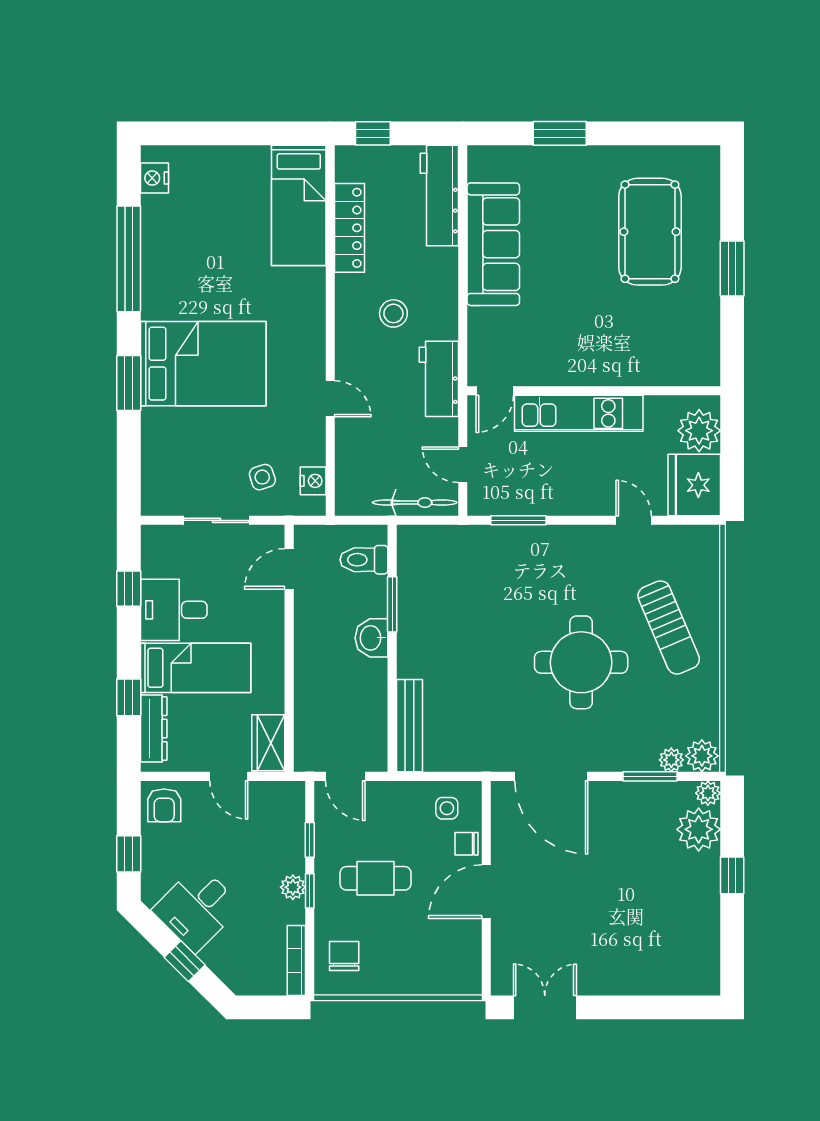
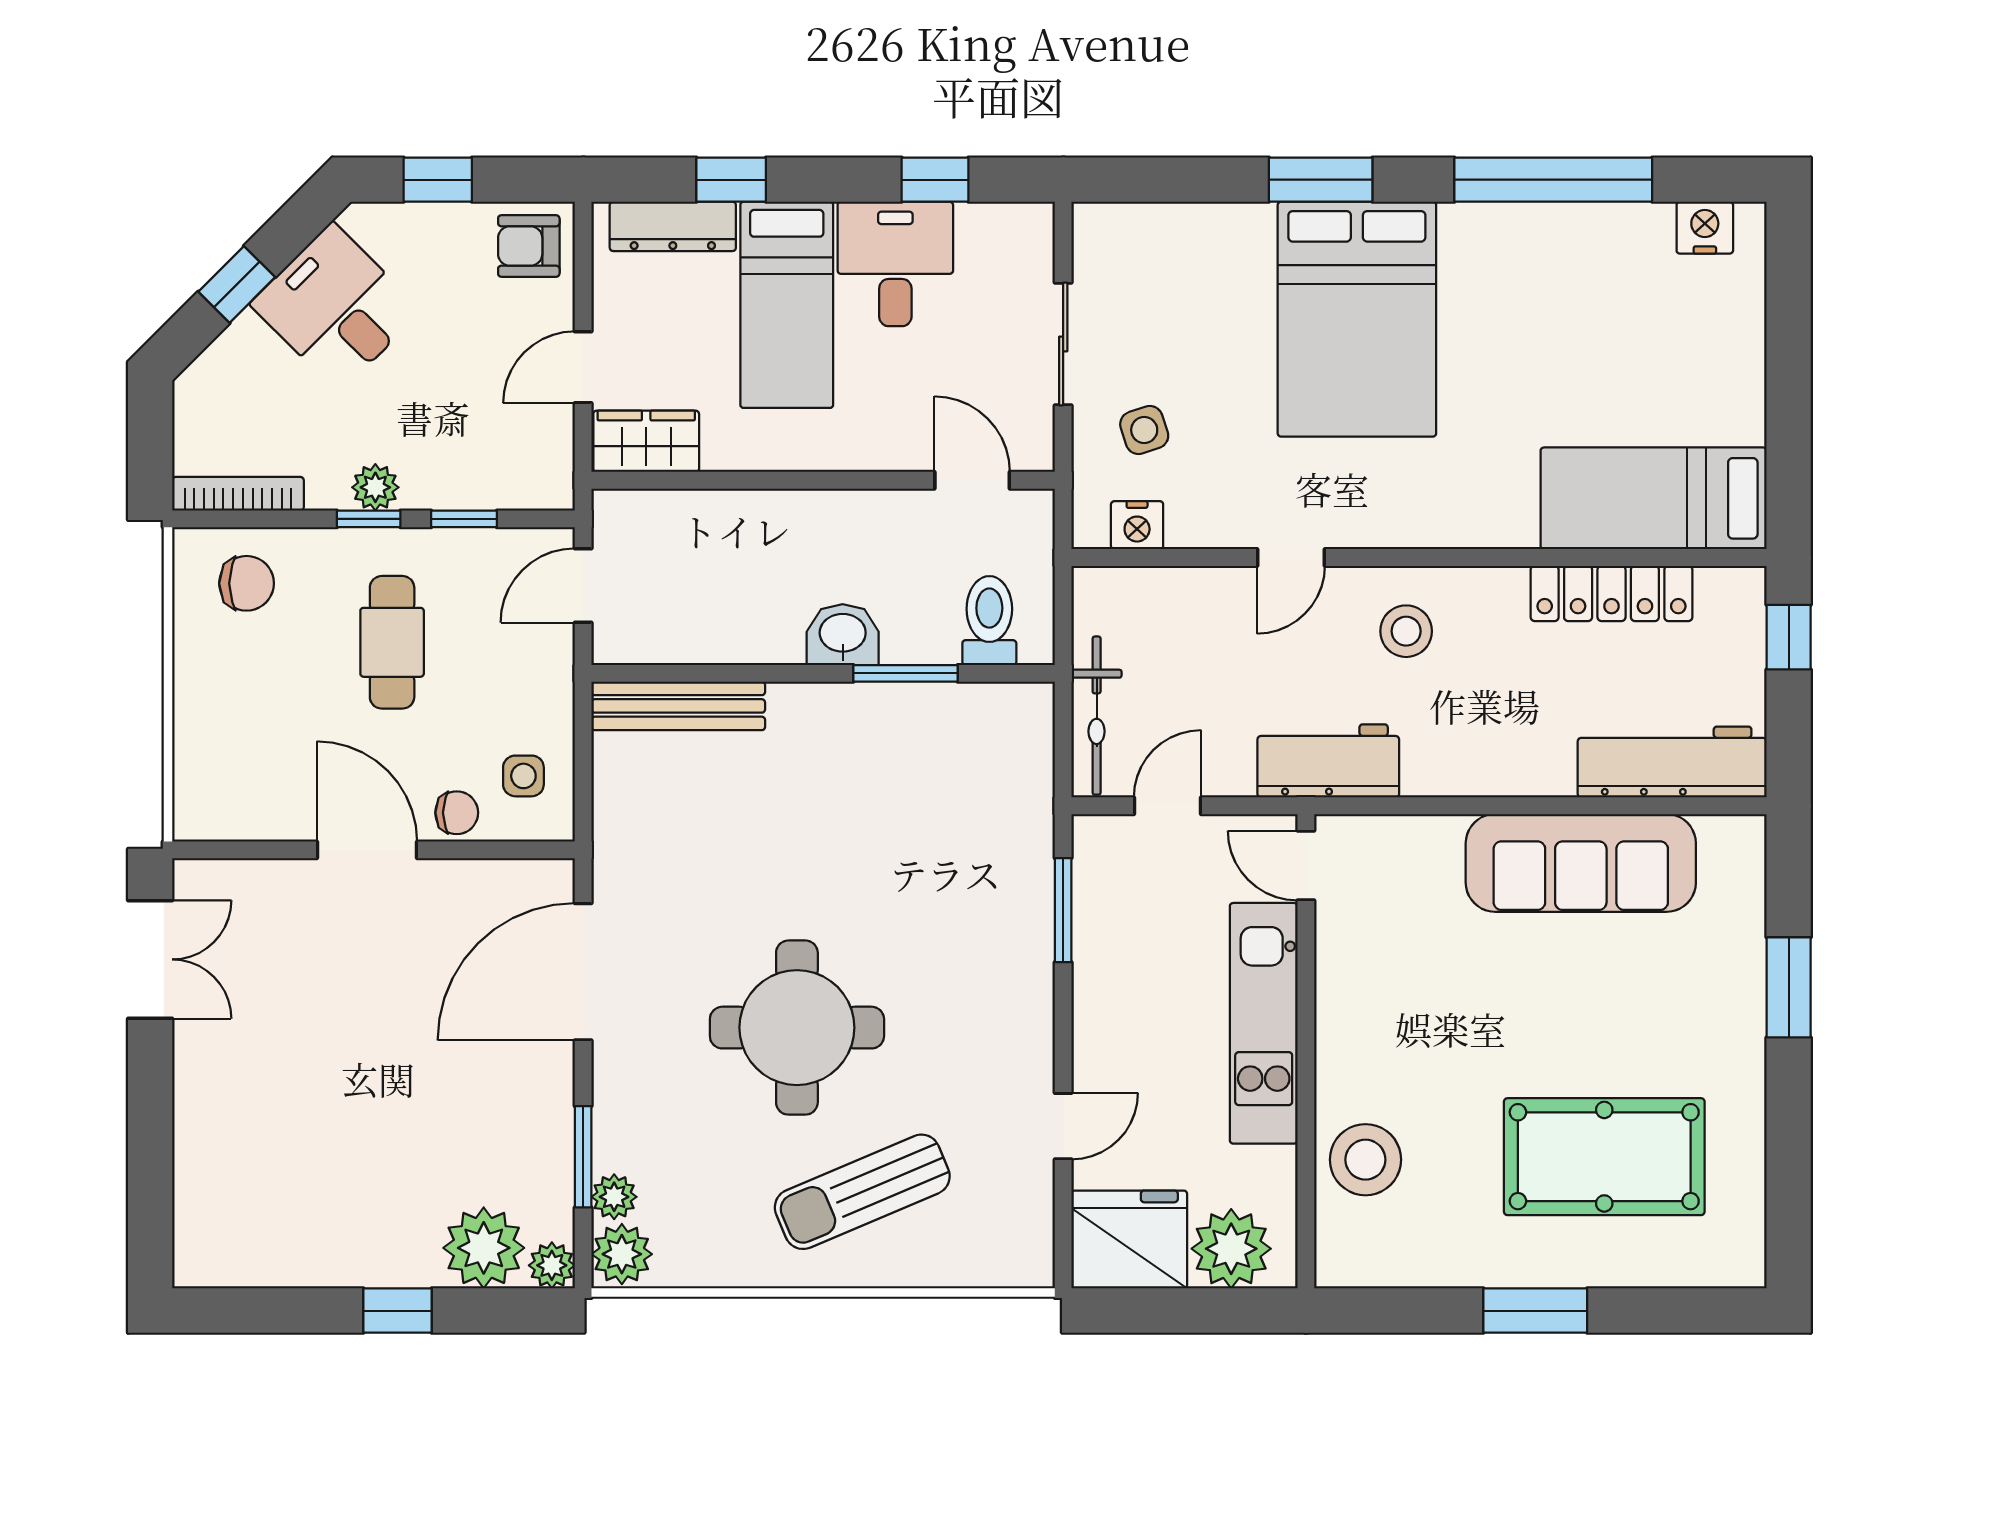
stool: (393, 313) -> (1406, 631), moved
stool: (652, 359) -> (1365, 1160), added
chair: (466, 844) -> (457, 813), turned 90

